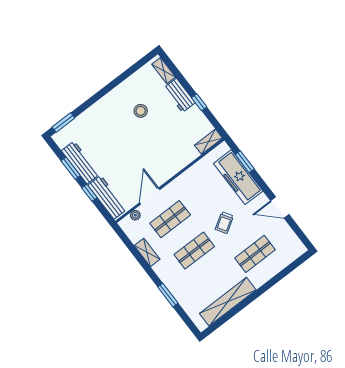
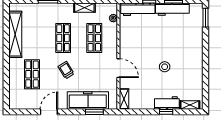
window: (199, 102) -> (166, 112), moved
stool: (141, 111) -> (165, 67), moved
door: (150, 196) -> (118, 68), moved

